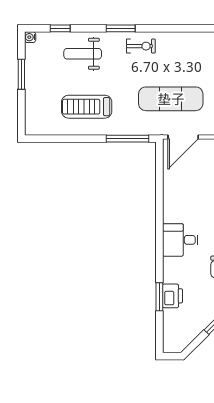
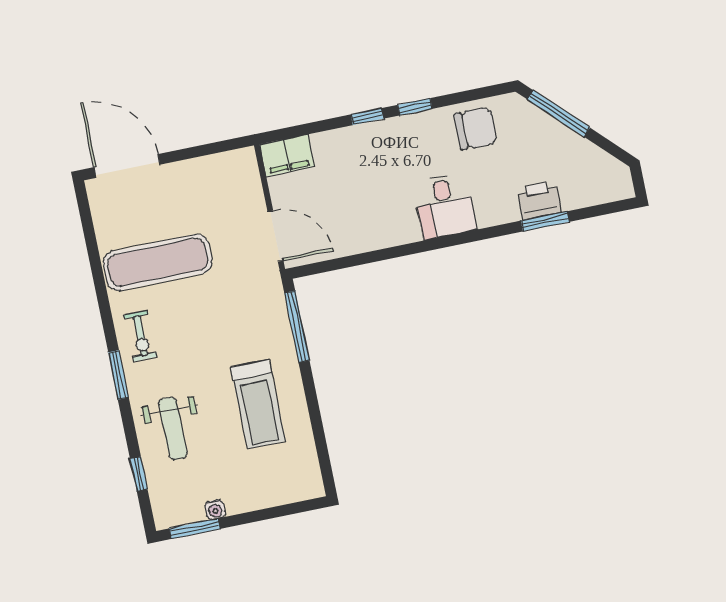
water cooler: (30, 37) -> (215, 509), moved
exercise bike: (141, 46) -> (141, 336), turned 180
window: (21, 74) -> (195, 529), moved
exercise mat: (171, 99) -> (158, 262), moved, turned 90

